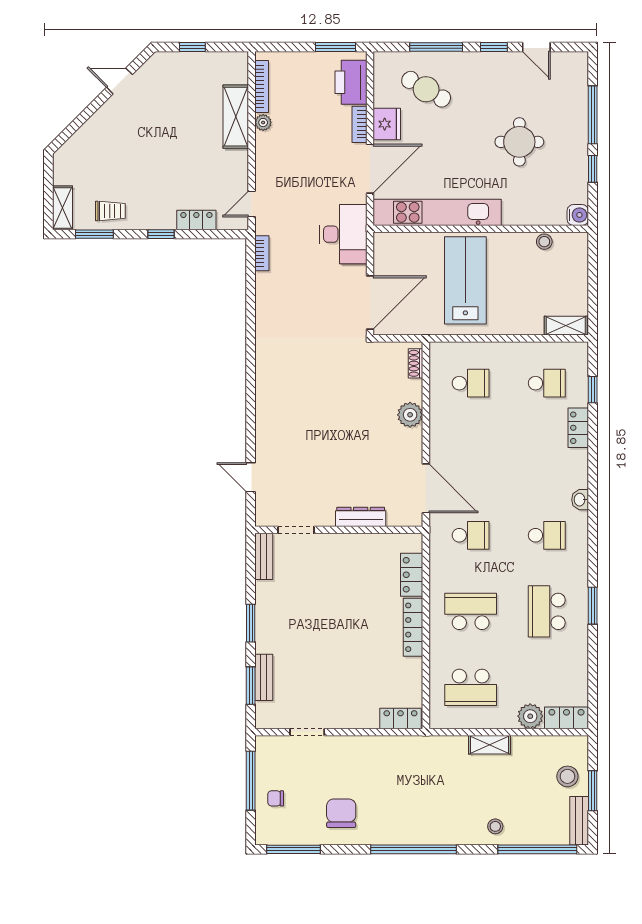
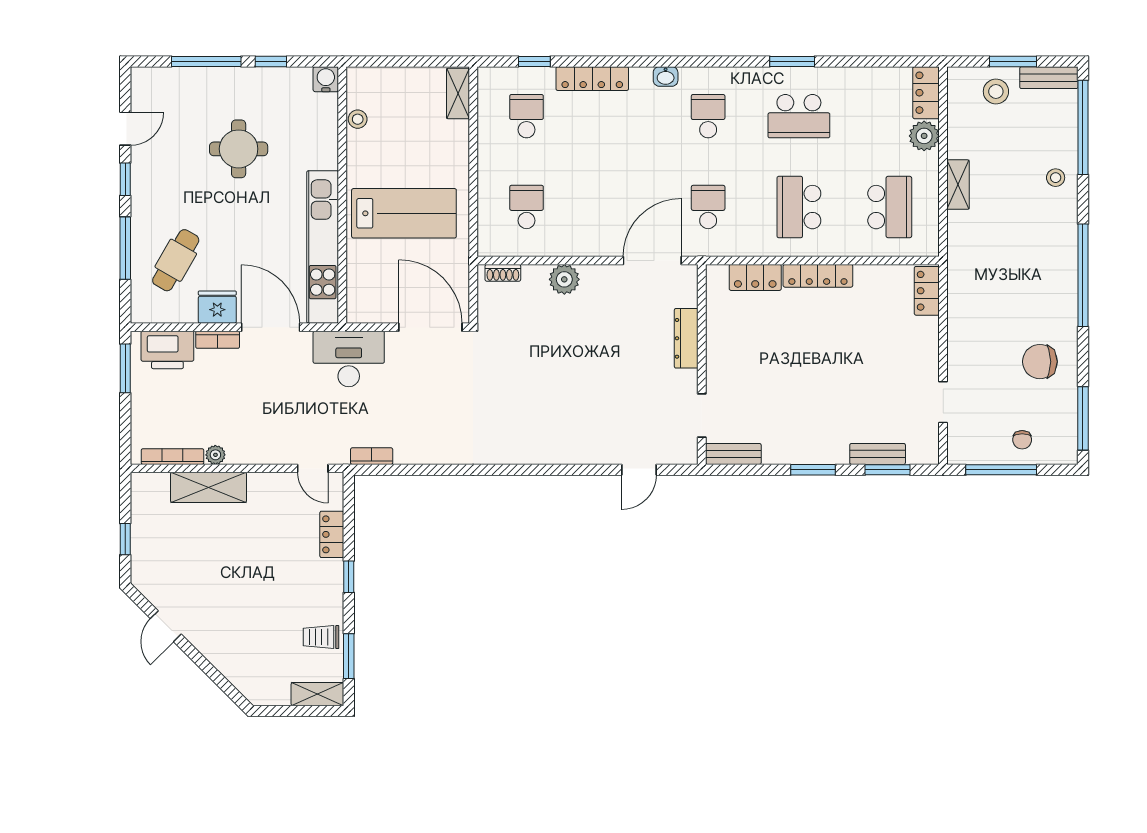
trolley: (110, 211) -> (321, 637), turned -90
lab bench: (465, 280) -> (404, 213), turned 180
locker: (578, 428) -> (592, 79), width x1.53

